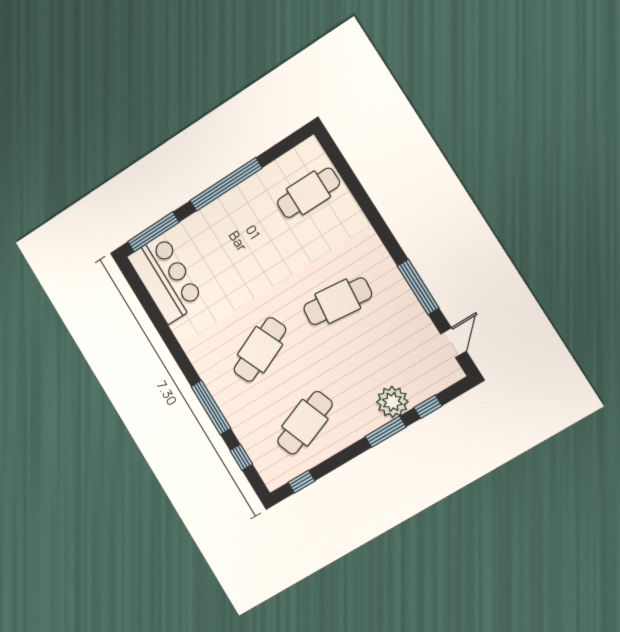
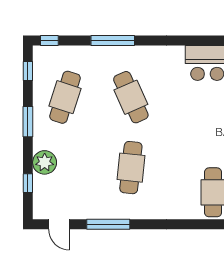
cafe table: (305, 423) -> (65, 97), turned 39
window: (386, 432) -> (28, 122), moved
window: (241, 457) -> (49, 41), moved

